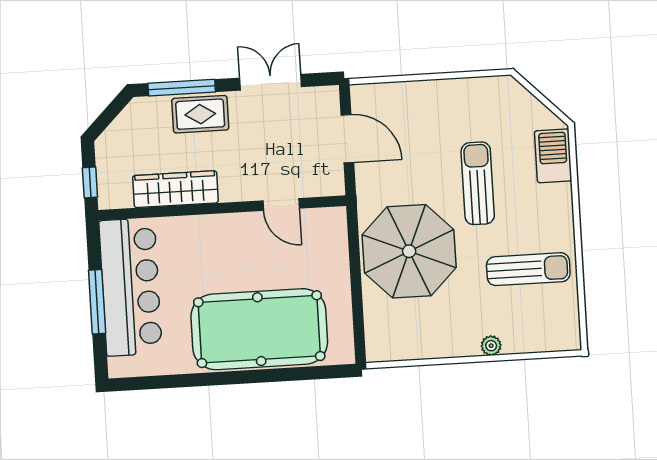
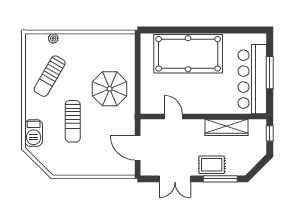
parasol: (409, 251) -> (110, 89), width x0.73, depth x0.73
sun lounger: (528, 269) -> (50, 76), turned -60
plant: (491, 346) -> (53, 38), moved

